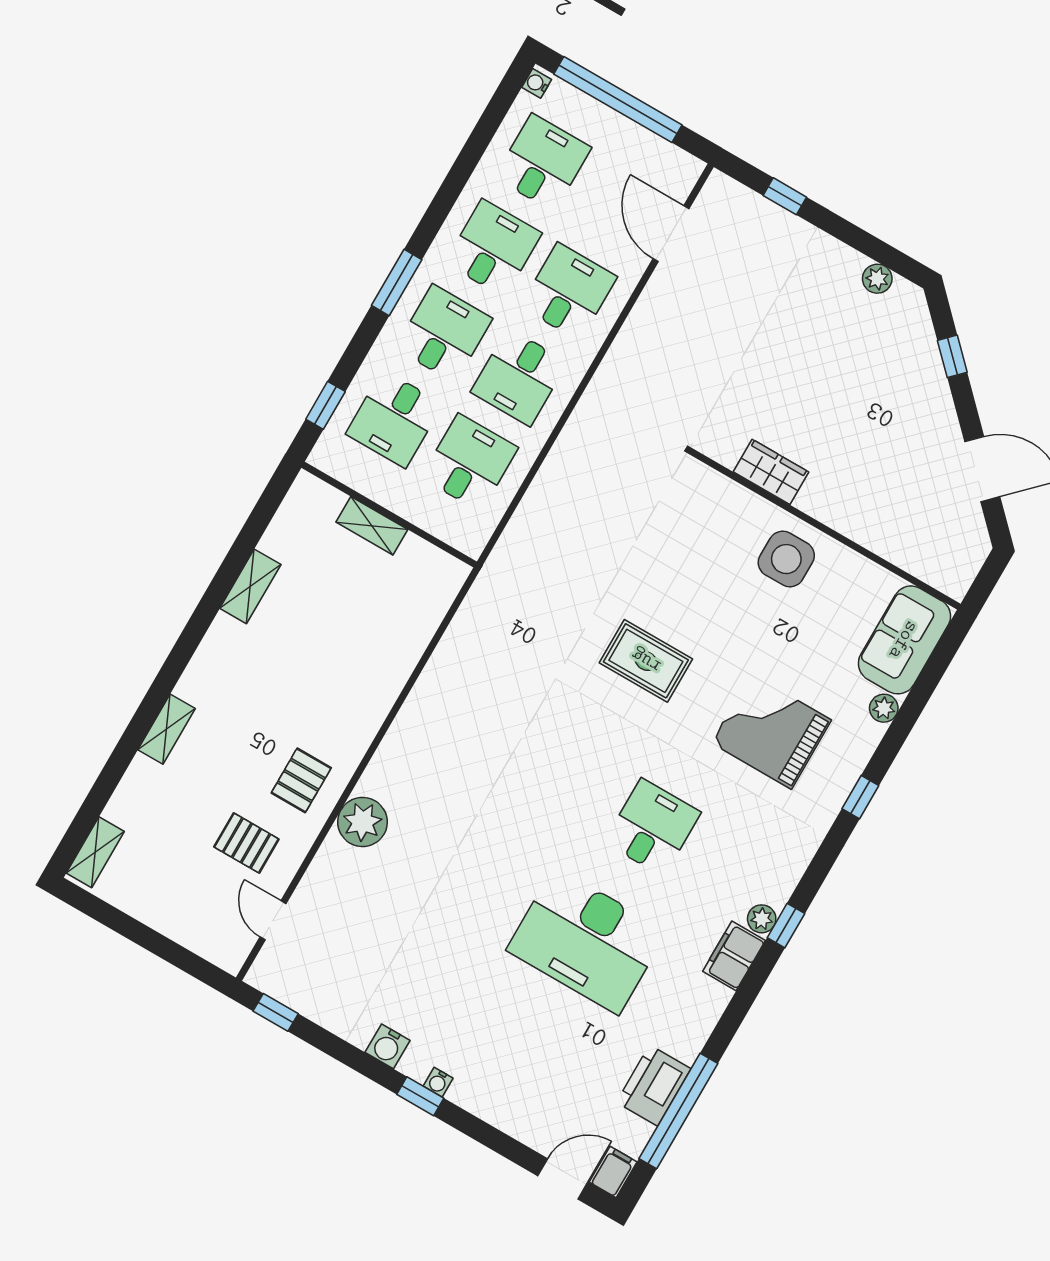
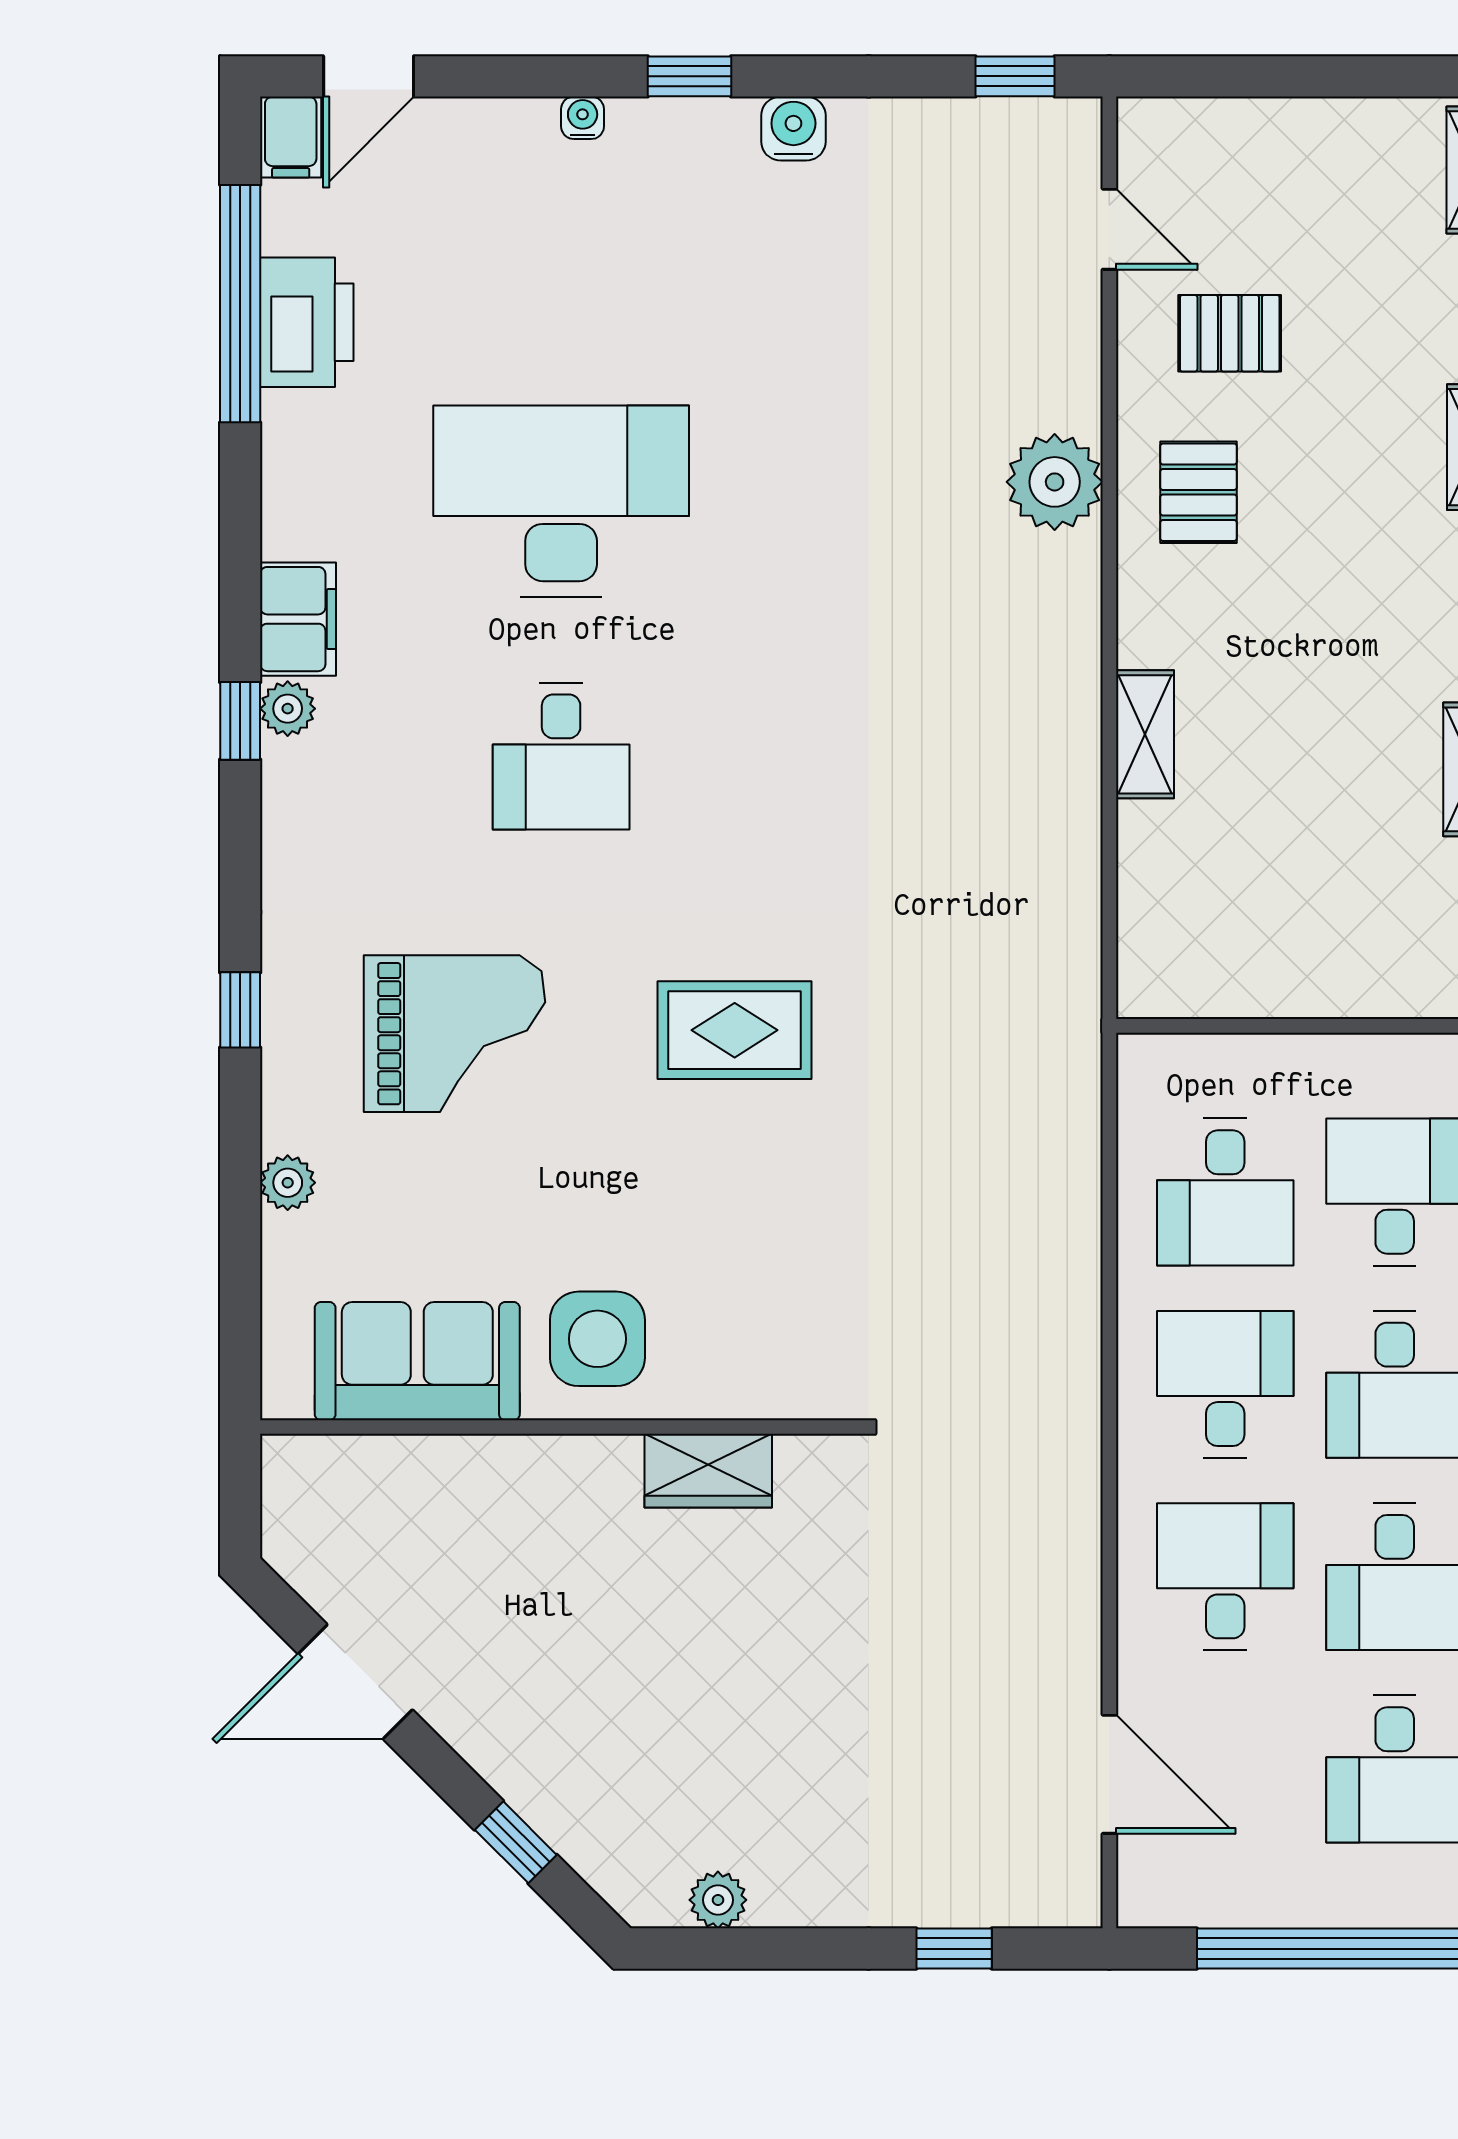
desk: (569, 292) -> (1225, 1577), turned 180
shelving: (372, 526) -> (1145, 734), moved, turned 90
sofa: (904, 640) -> (417, 1361), moved, turned -90
water cooler: (438, 1082) -> (583, 118), moved

